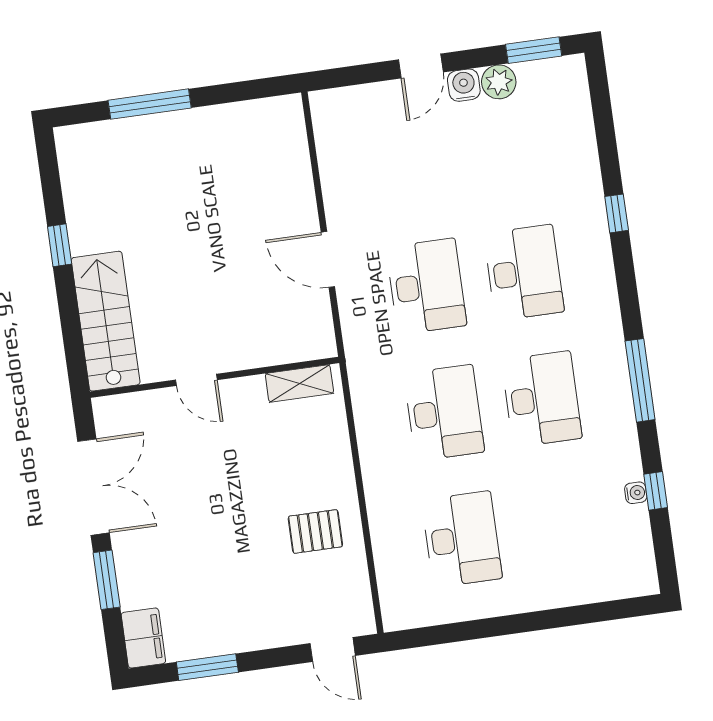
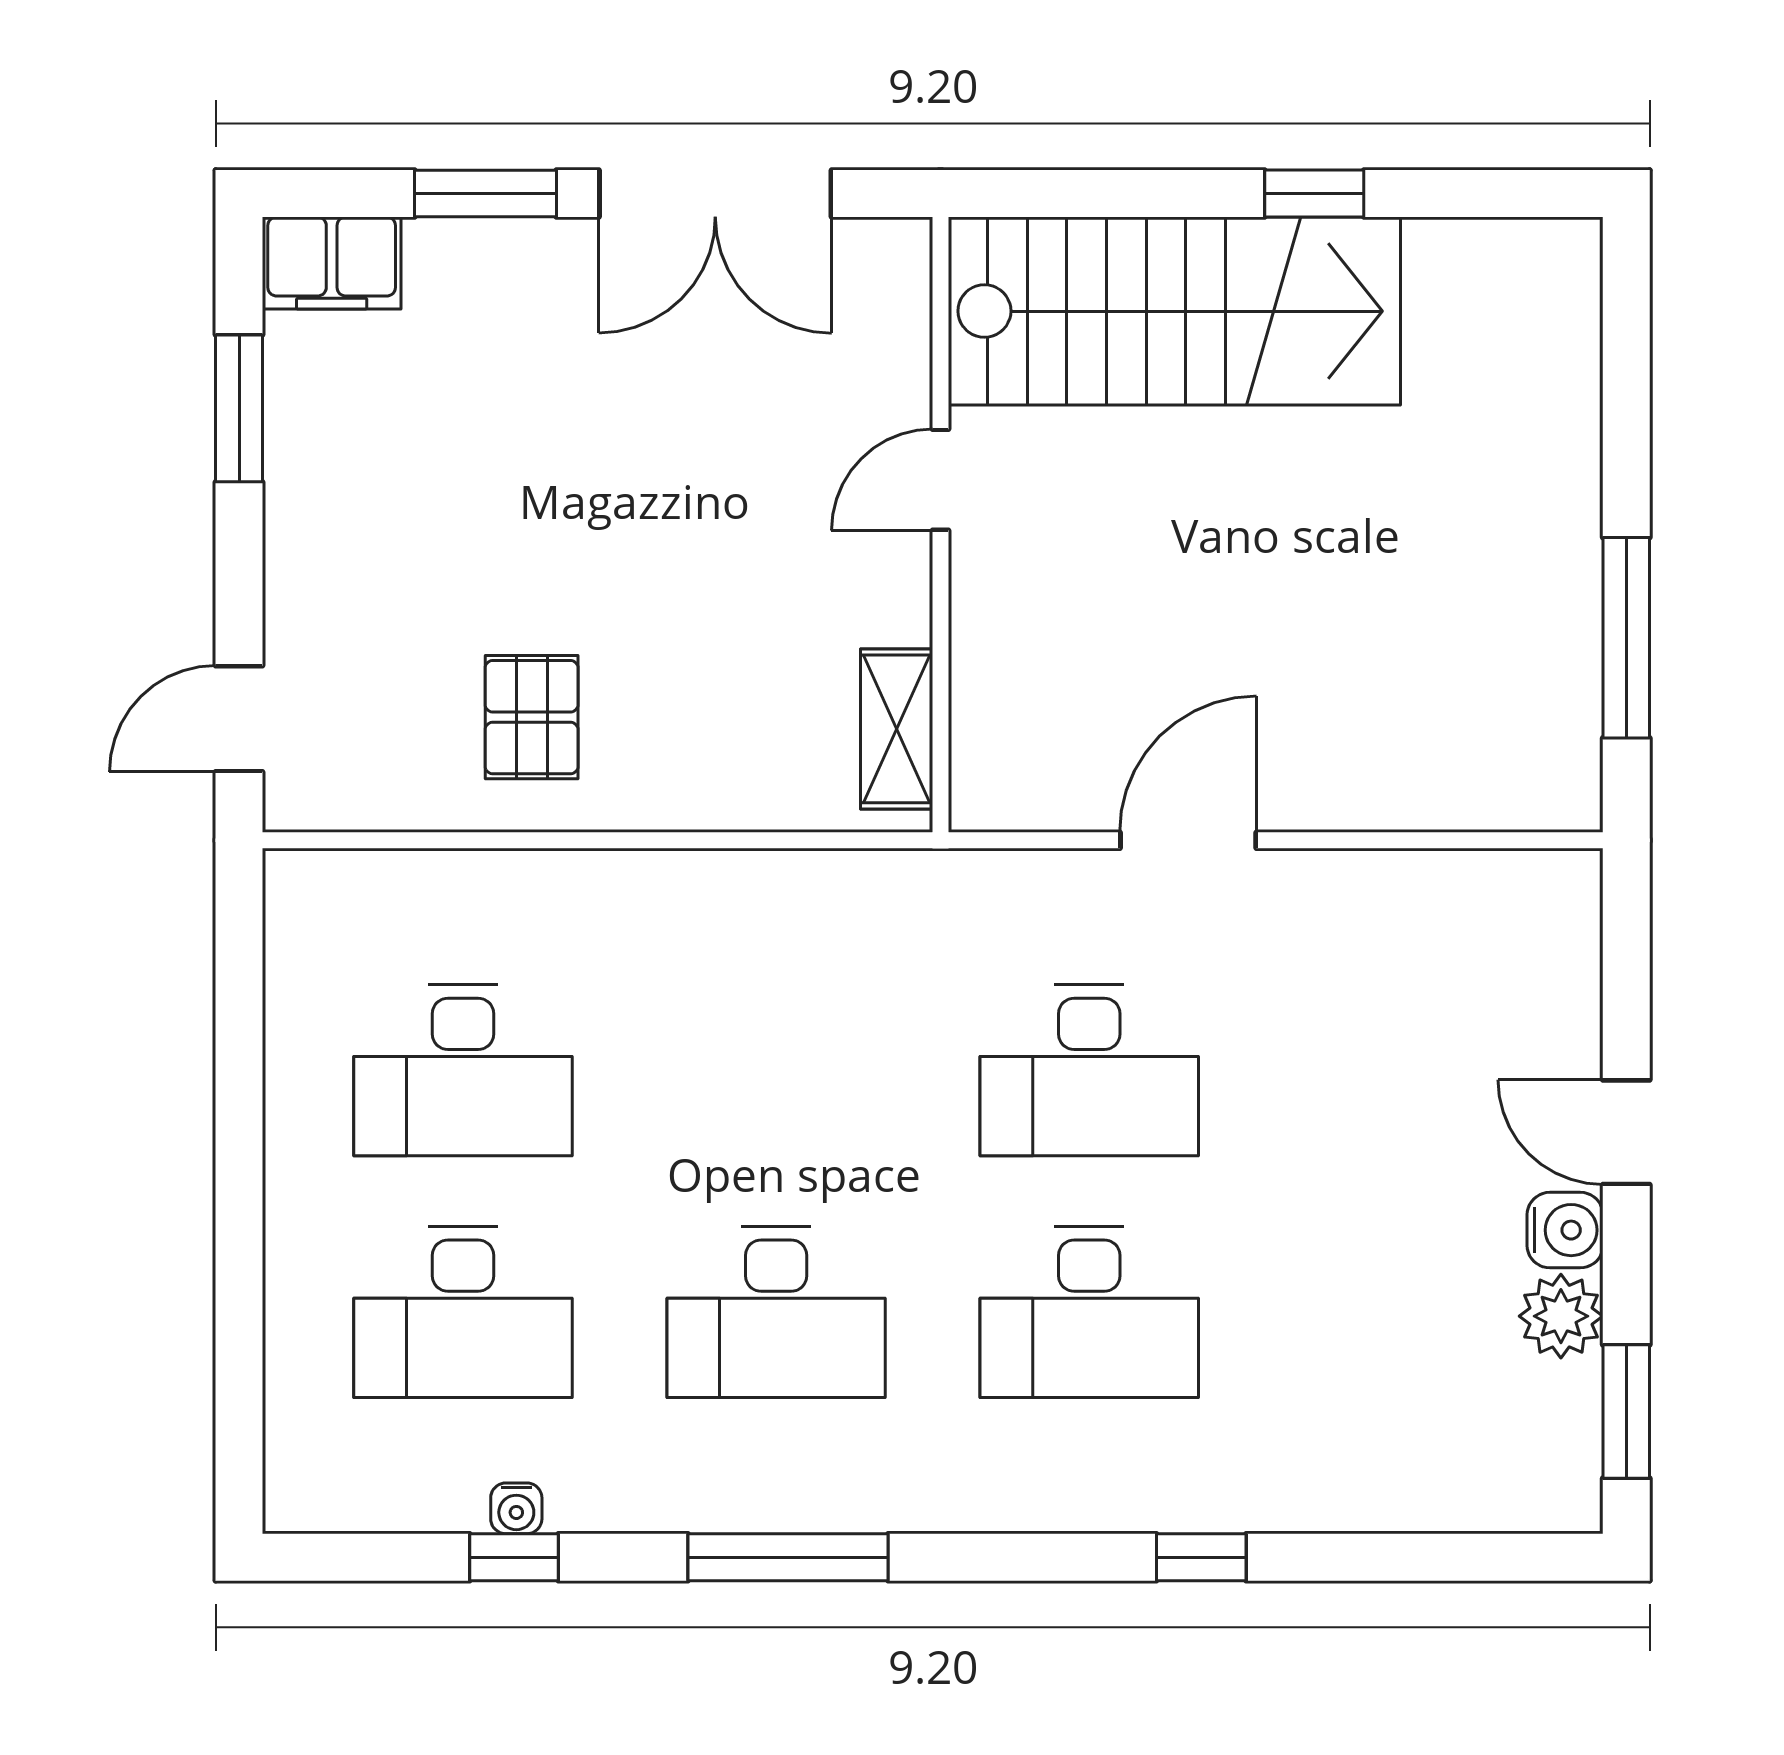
window: (150, 104) -> (1626, 638), moved
stairs: (106, 321) -> (1174, 311), width x1.36, depth x1.51
desk: (444, 413) -> (463, 1312), moved

